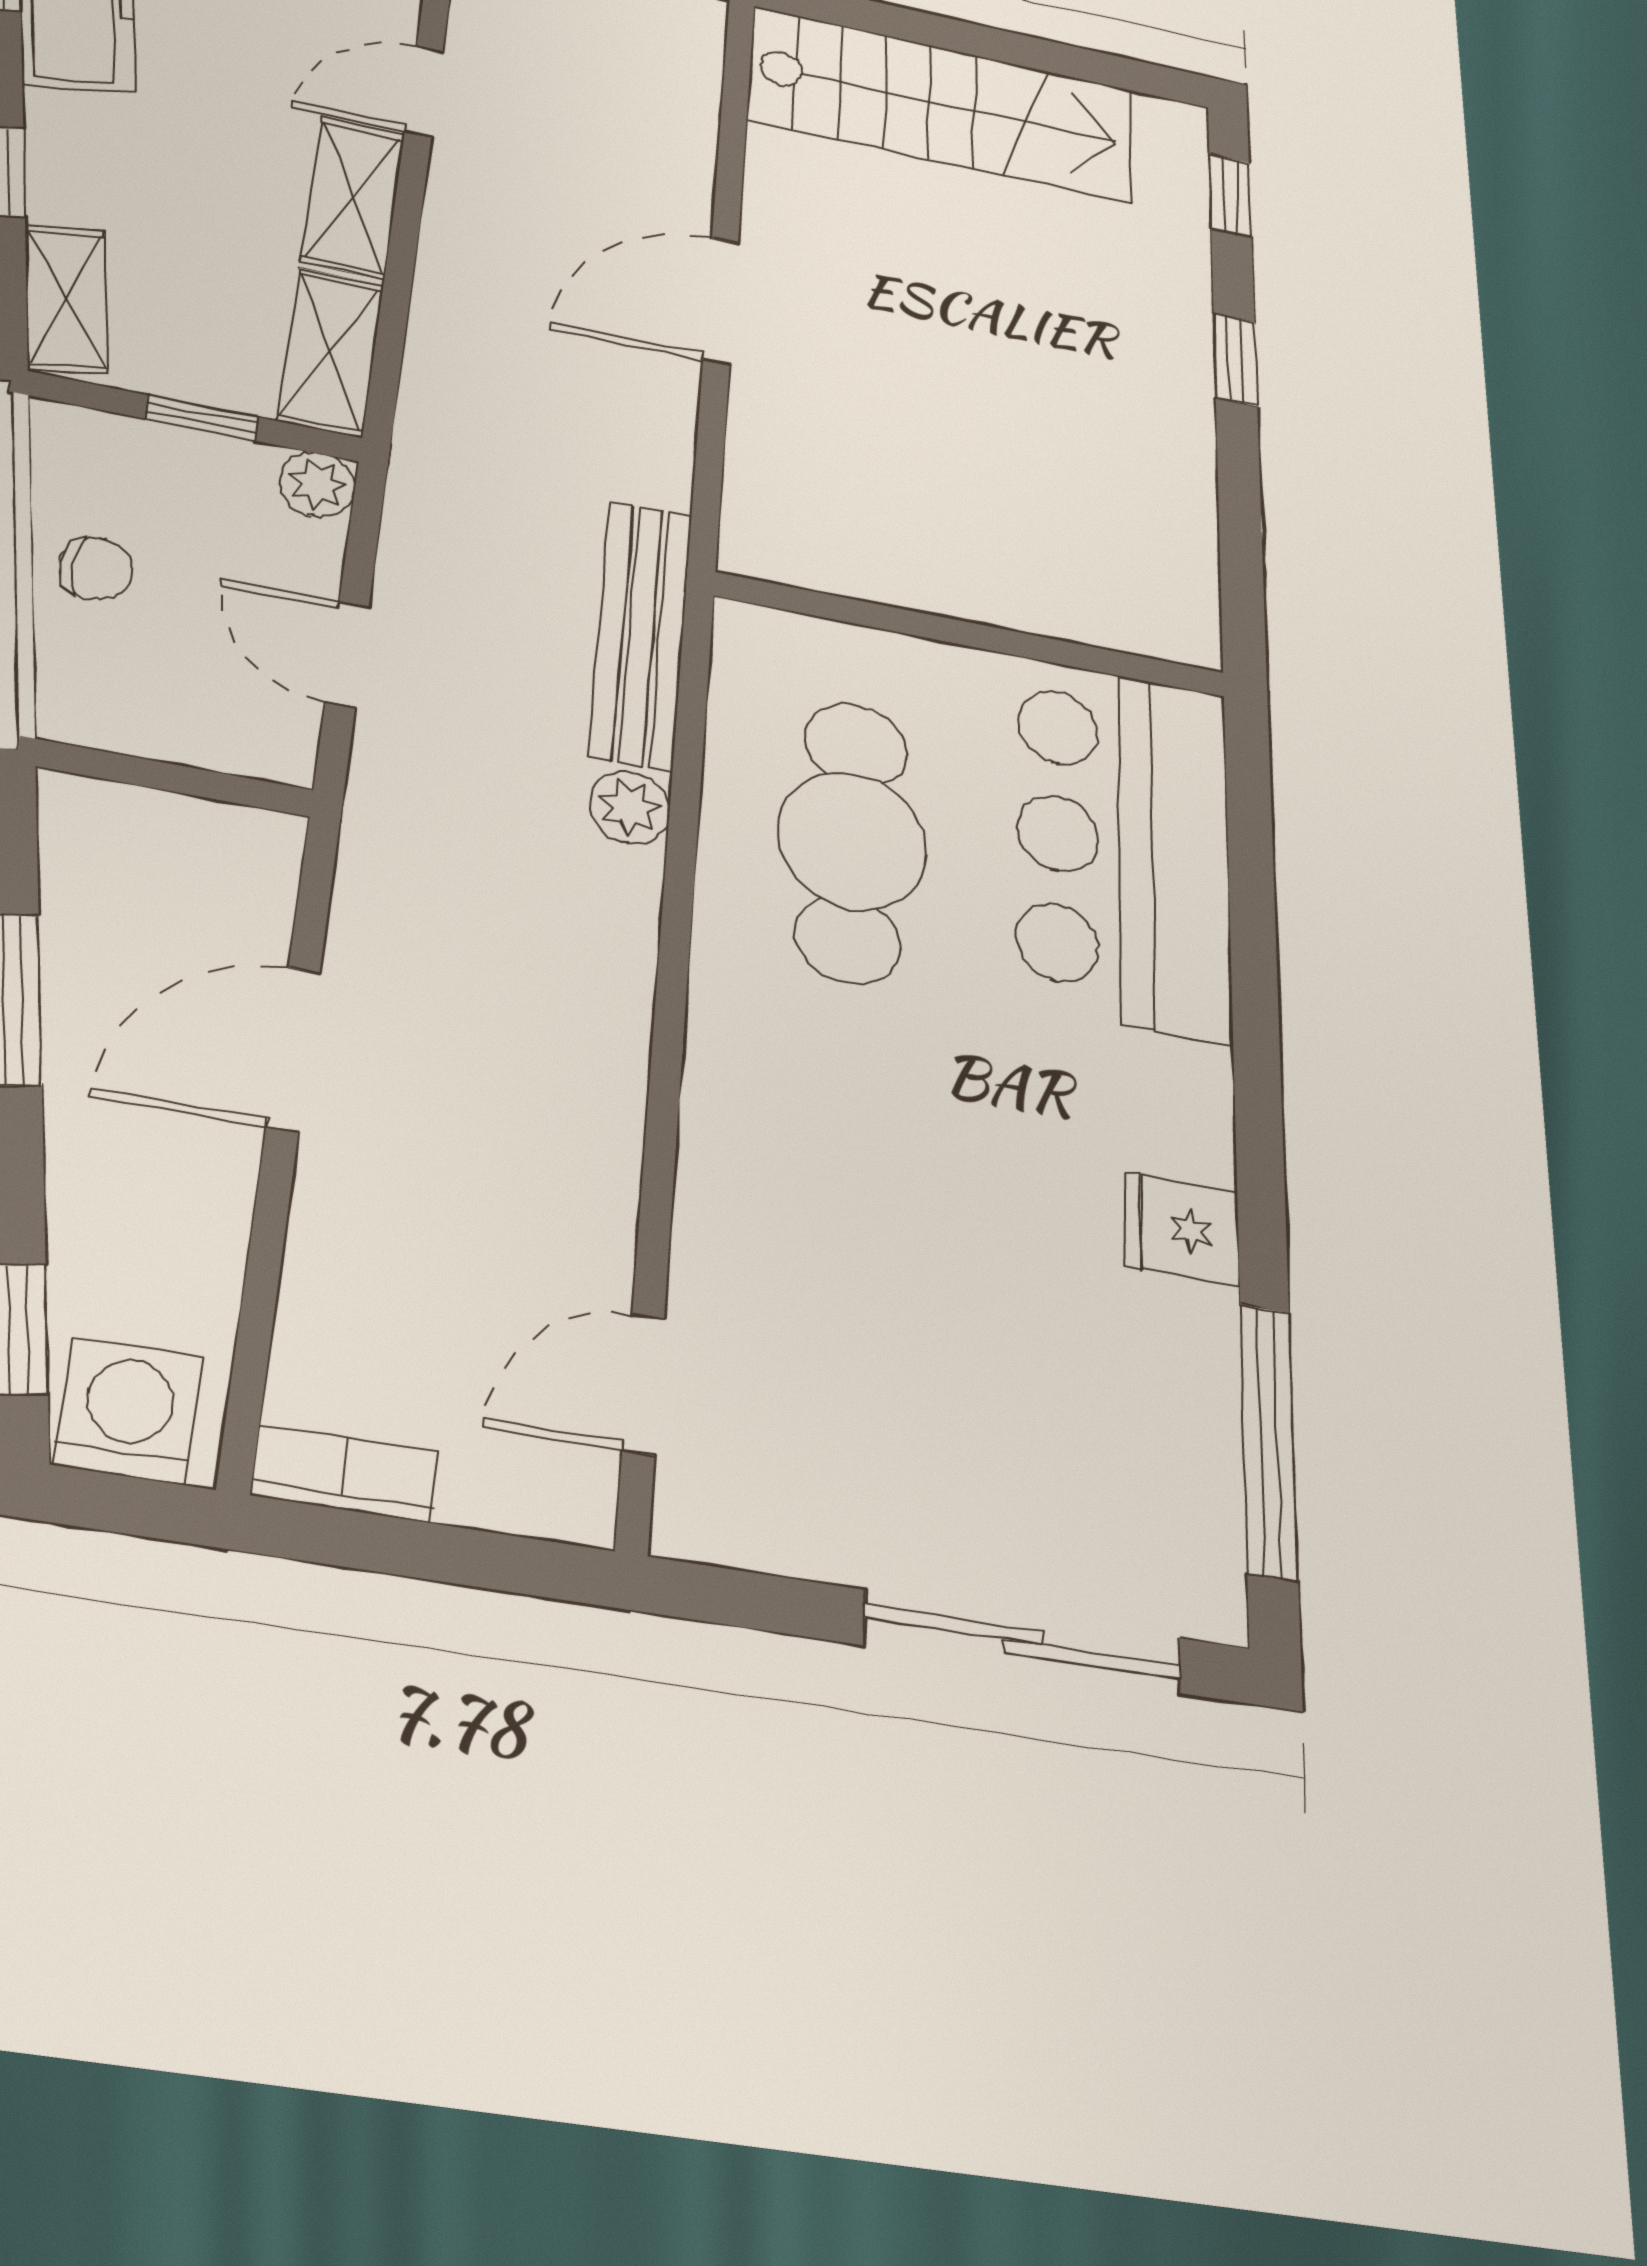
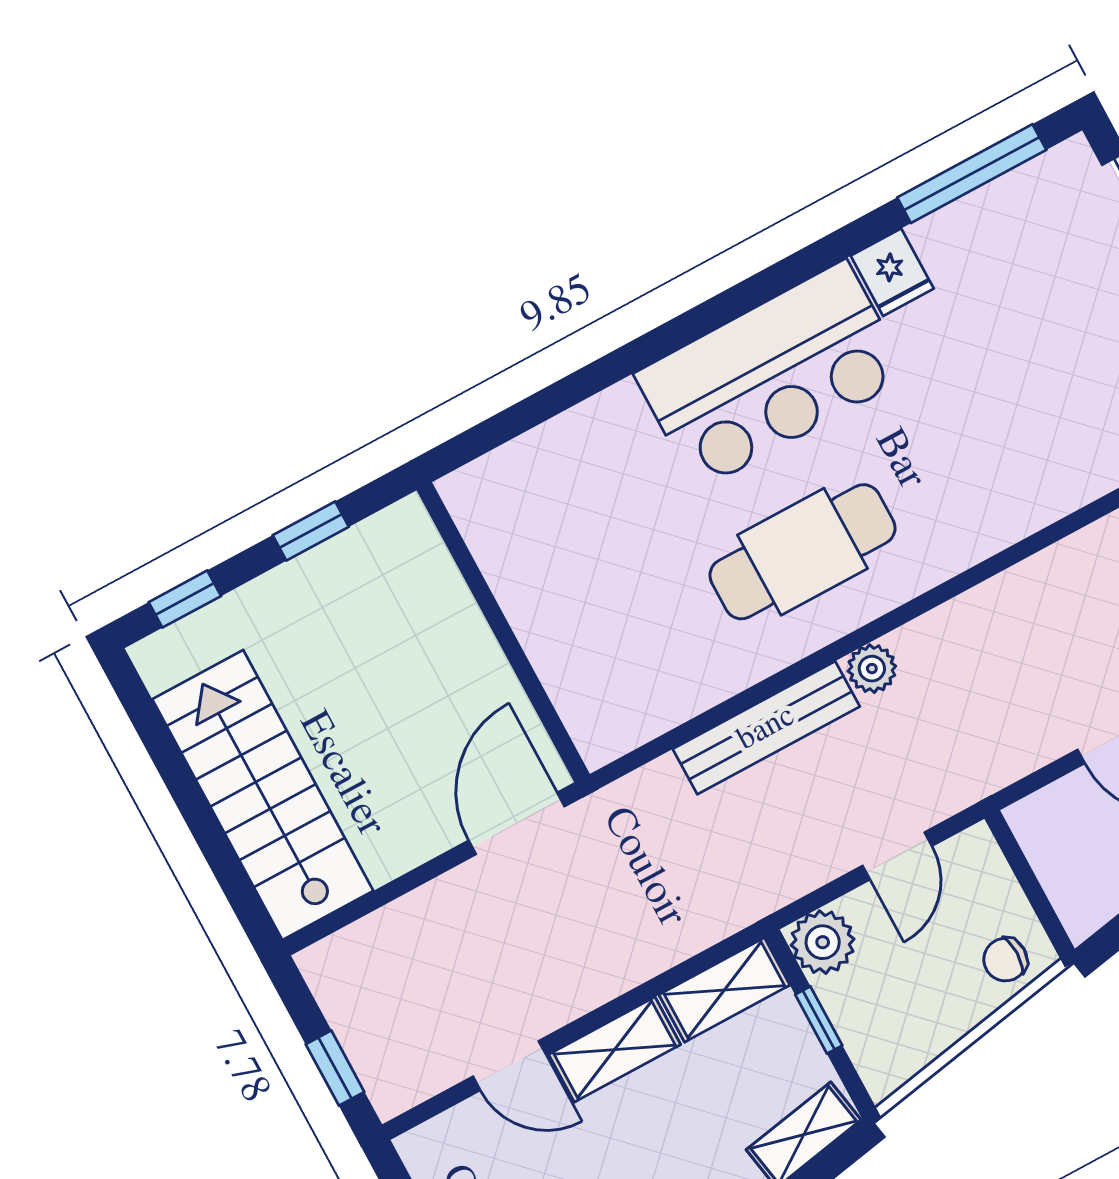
door: (721, 301) -> (517, 823), swing flipped
plant: (317, 485) -> (823, 942), width x1.38, depth x1.38
chair: (96, 569) -> (1005, 960), moved, turned -90
wall: (972, 635) -> (503, 632), moved
bar counter: (1123, 846) -> (772, 375), moved

